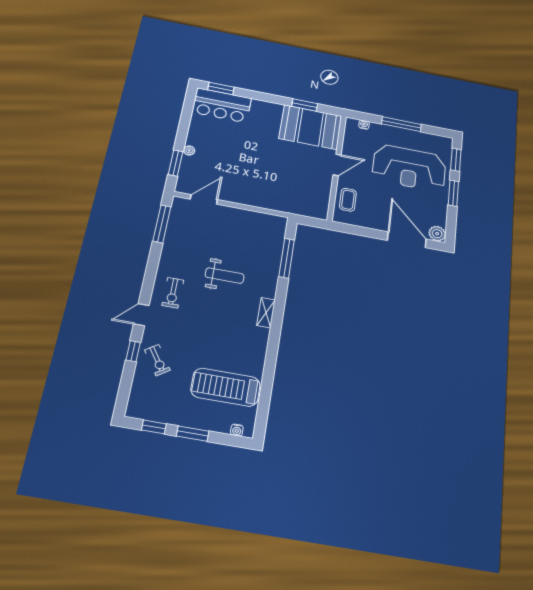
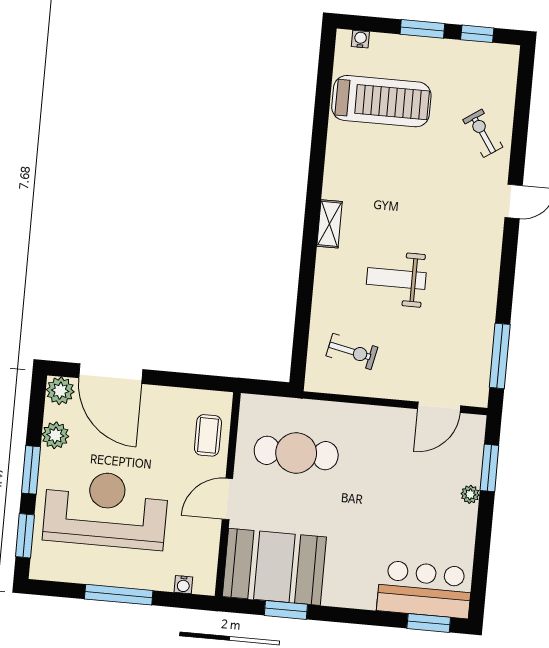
cafe table: (295, 184) -> (296, 453), added
plant: (440, 210) -> (55, 435), added
window: (287, 258) -> (303, 319), removed
exercise bike: (173, 293) -> (352, 352), moved, turned 102
window: (133, 351) -> (519, 144), removed

